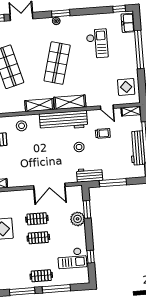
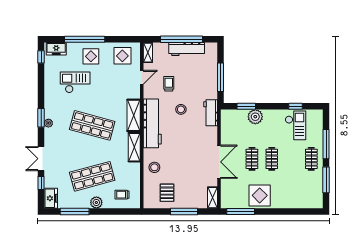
display table: (123, 57) -> (91, 56), added
workbench: (90, 175) -> (211, 113), moved
double door: (49, 186) -> (219, 162), moved

